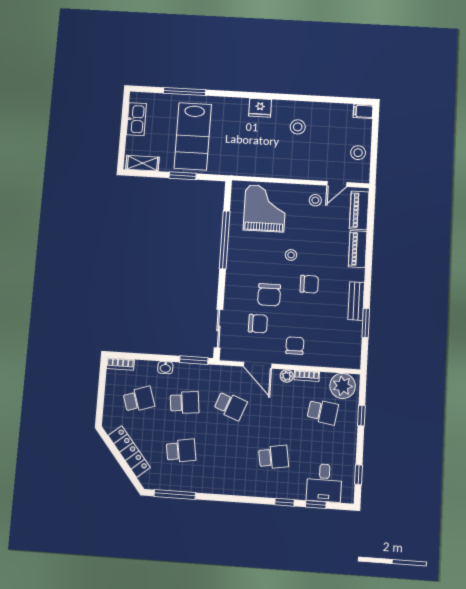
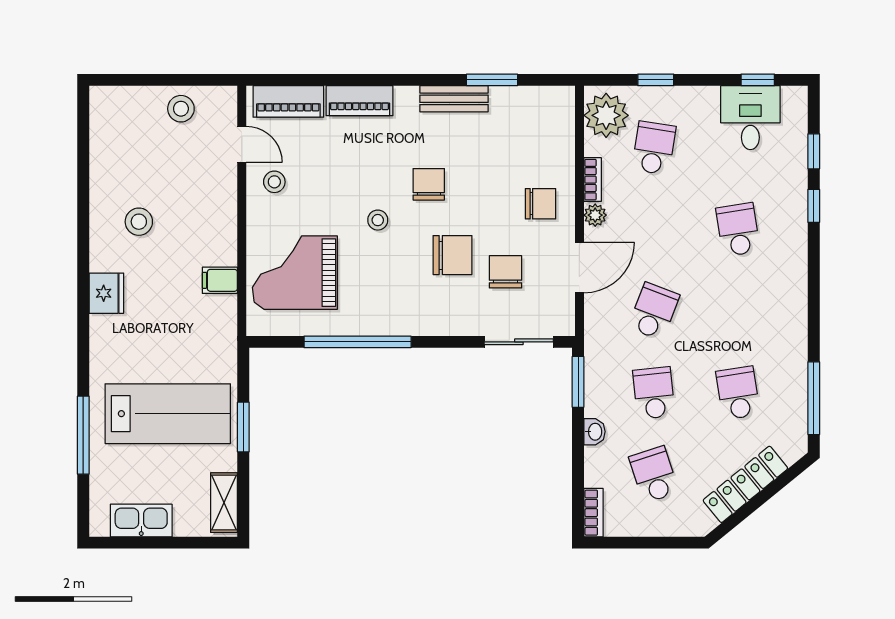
filing cabinet: (363, 111) -> (220, 280), moved, turned 90
chair: (295, 346) -> (541, 204), turned 180
desk: (324, 483) -> (750, 118), moved, turned -90

